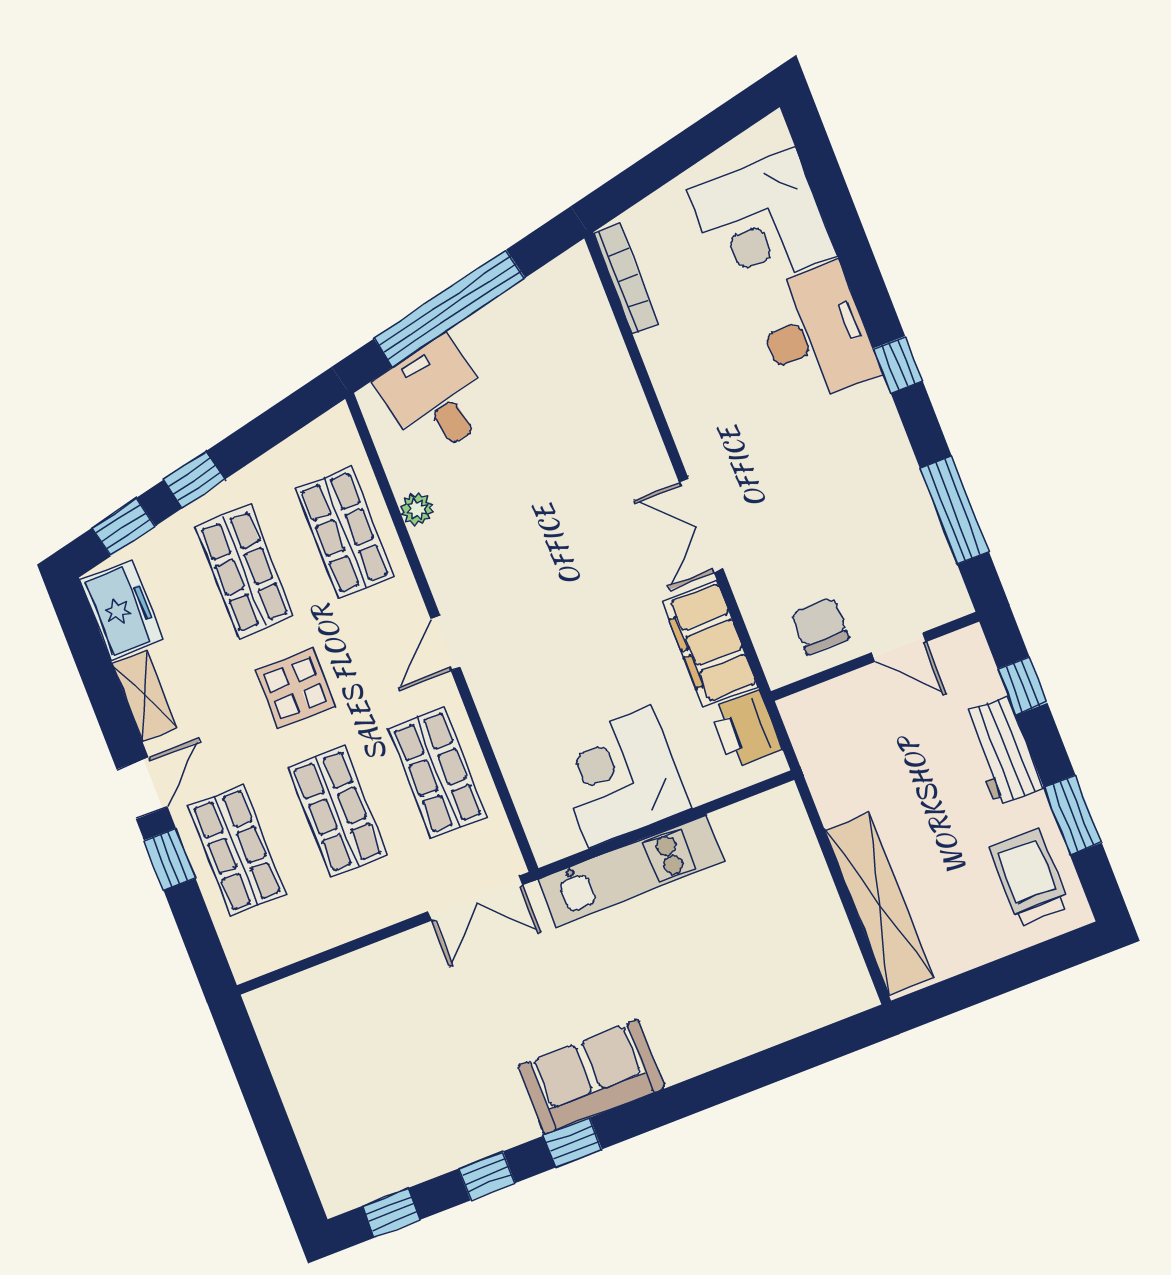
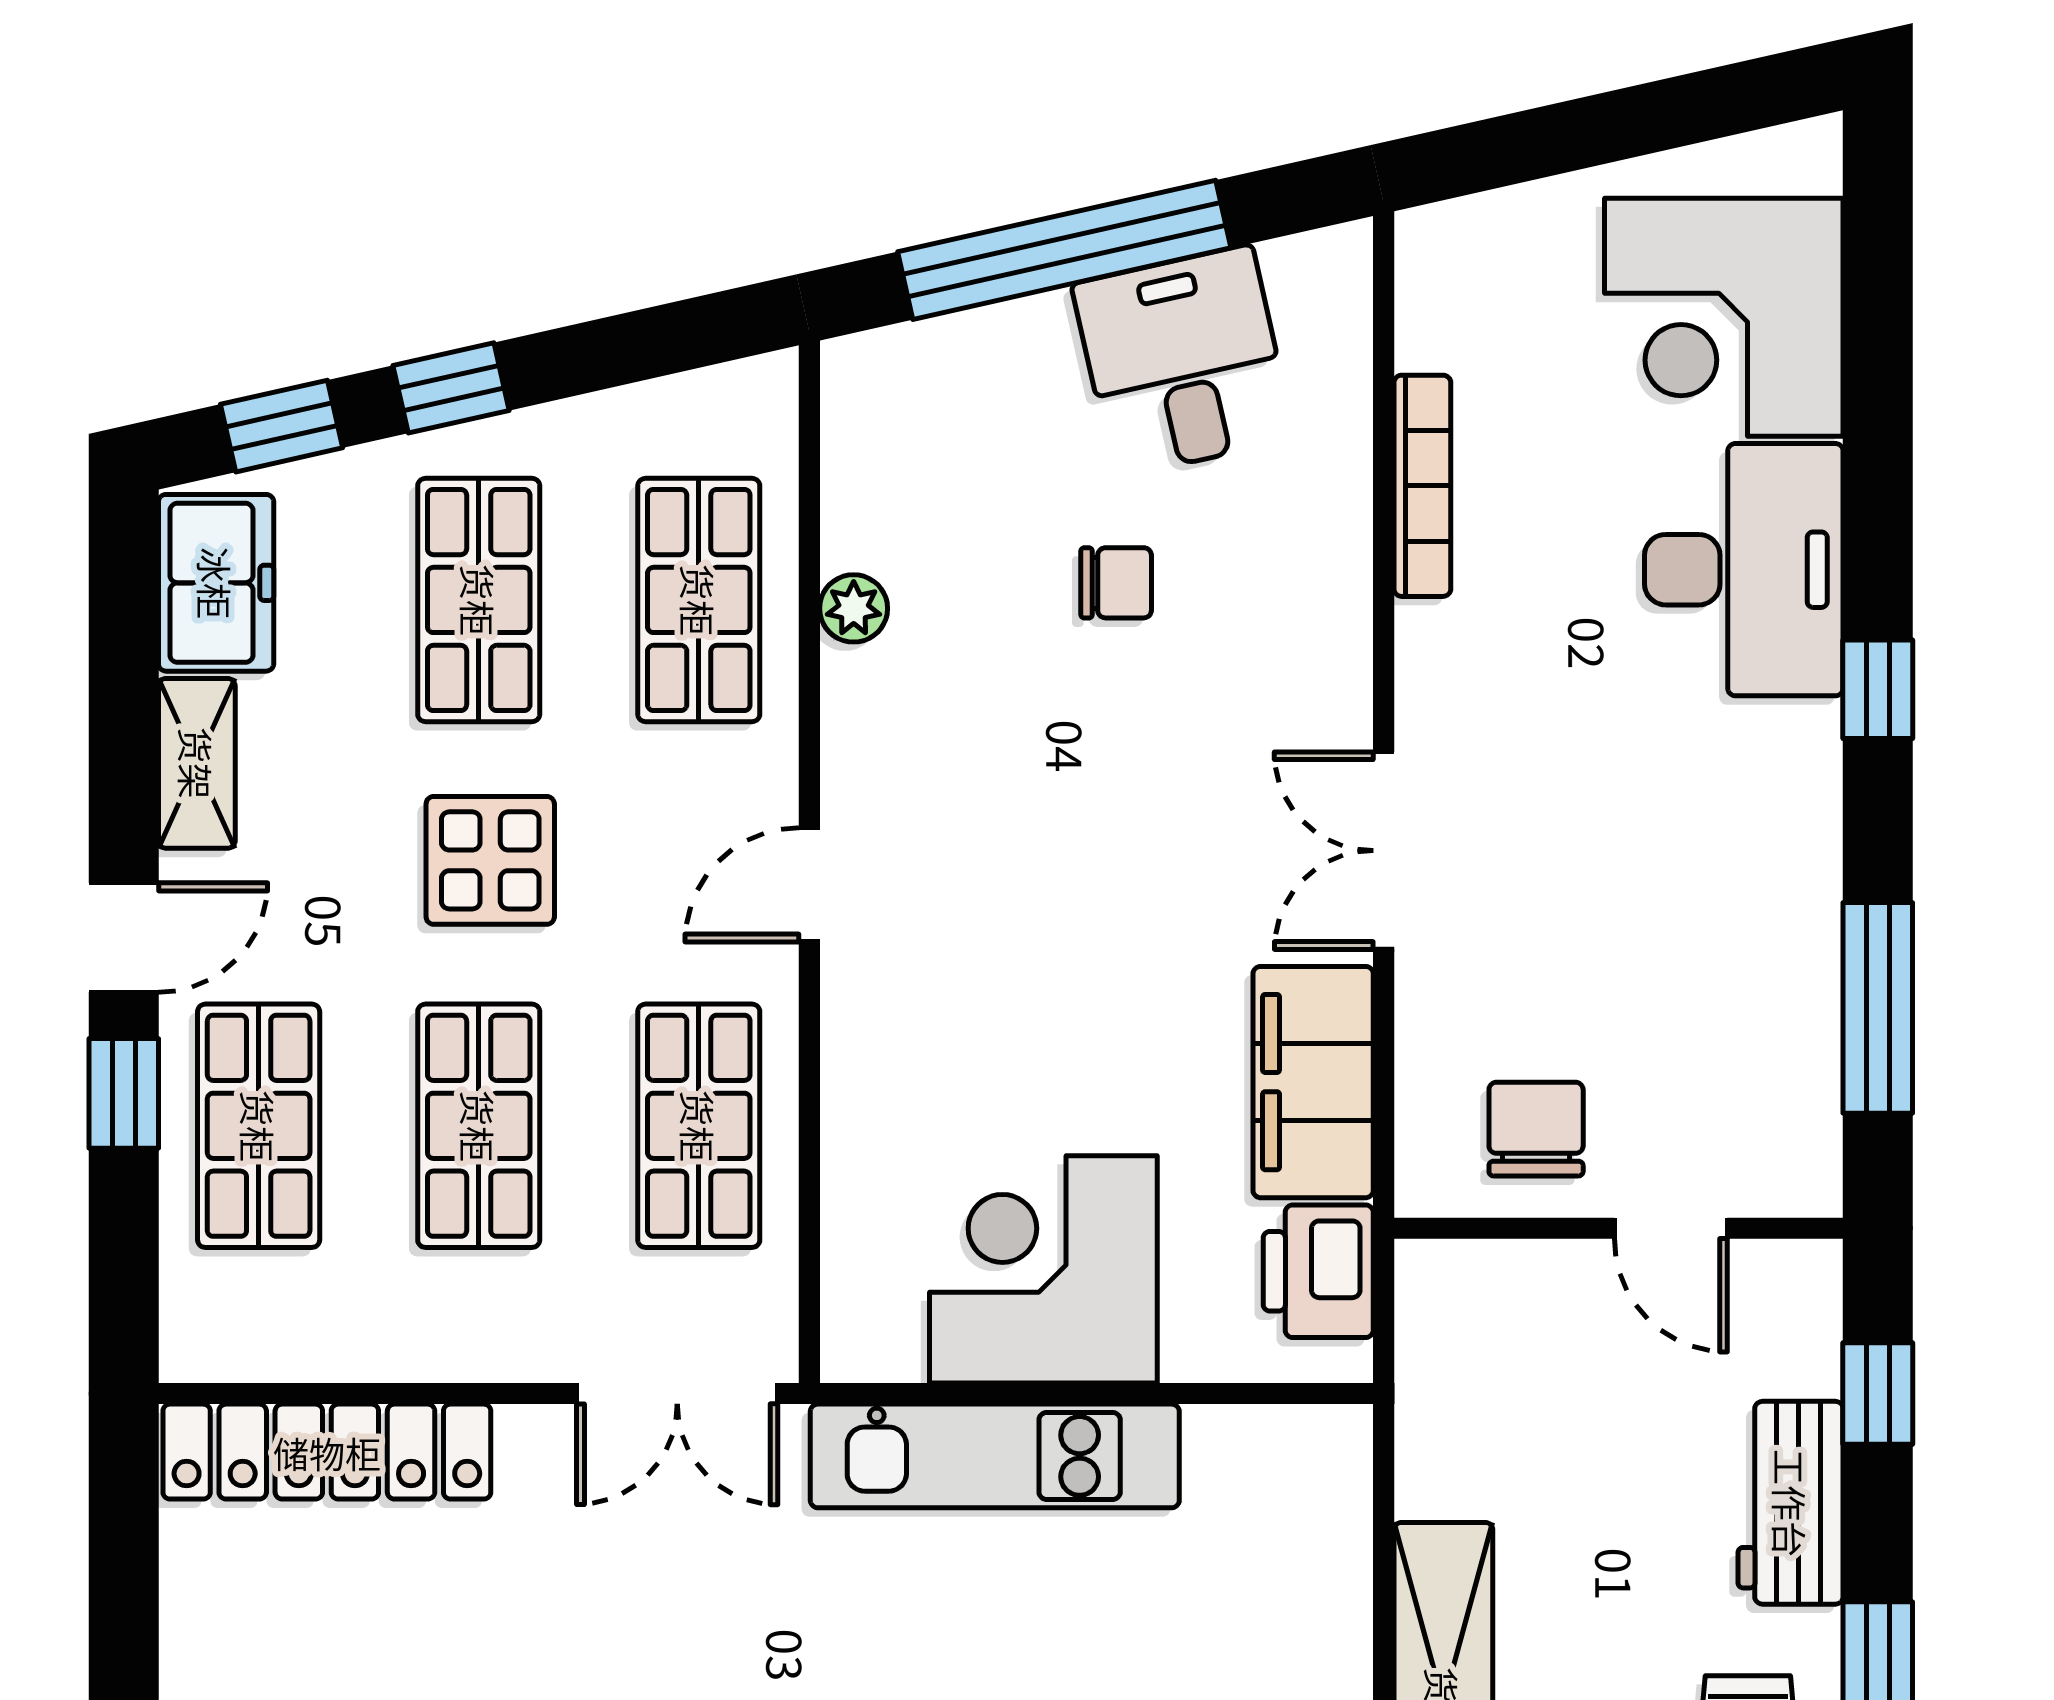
bookcase: (626, 279) -> (1422, 486), moved
desk: (436, 397) -> (1183, 361), moved
chair: (532, 451) -> (1116, 583), added
locker: (326, 987) -> (327, 1452), added

